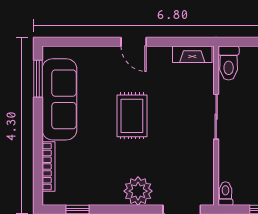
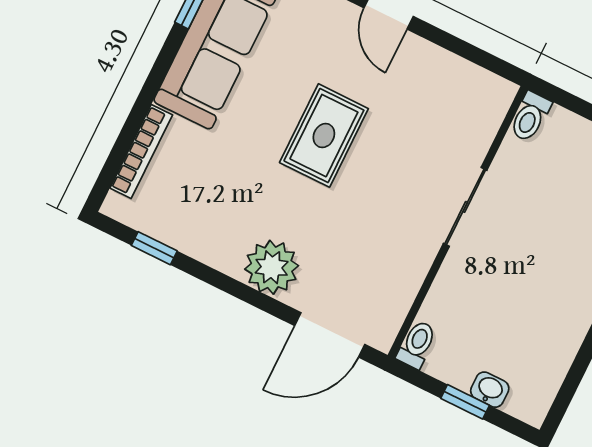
fireplace: (192, 54) -> (477, 82), removed
toilet: (229, 63) -> (530, 117), width x0.73, depth x0.72

